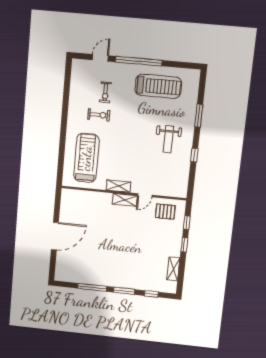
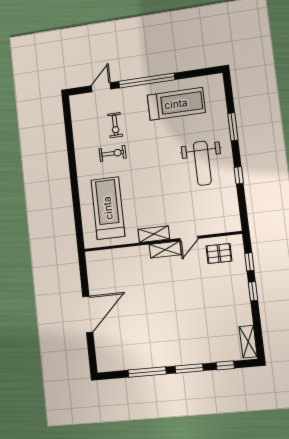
weight bench: (168, 139) -> (202, 163), width x1.36, depth x1.33
shelving: (173, 269) -> (248, 342), moved

